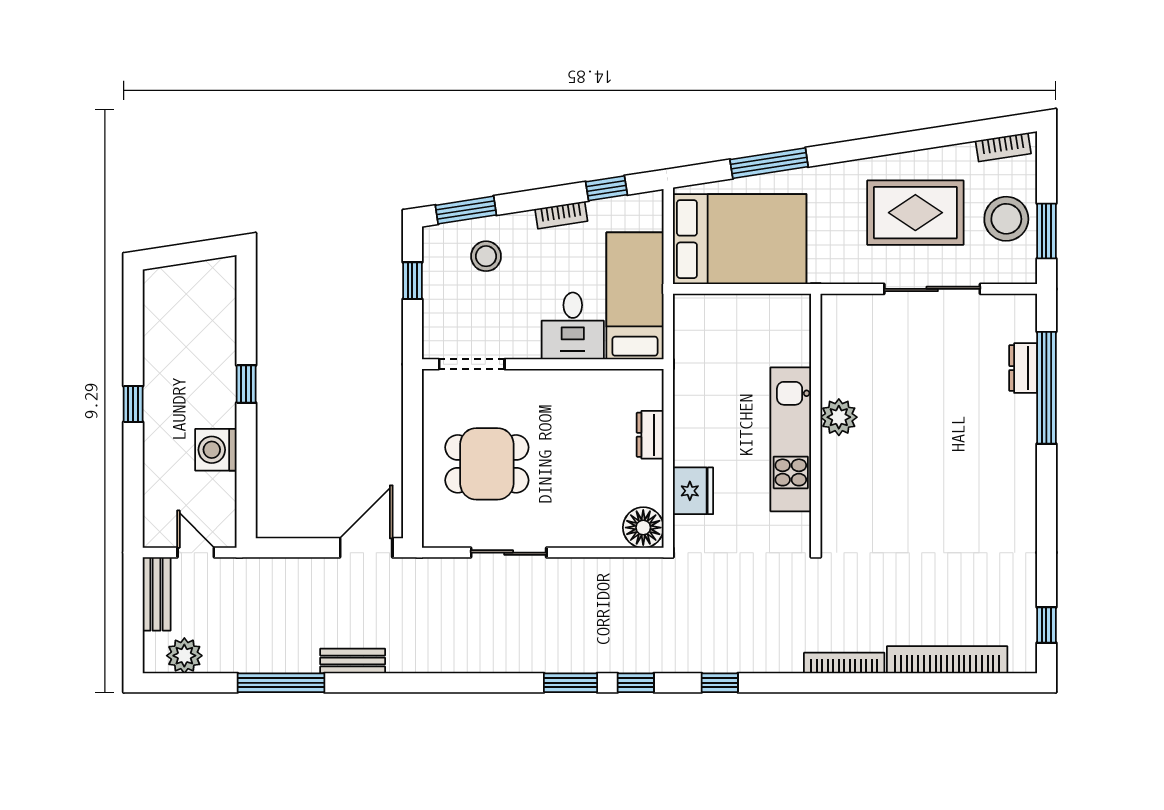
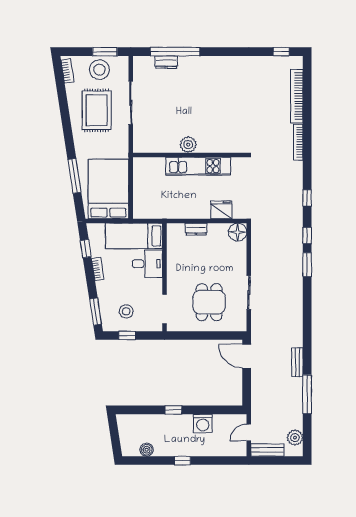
stool: (486, 256) -> (126, 311), moved
boiler: (157, 324) -> (147, 450), added

